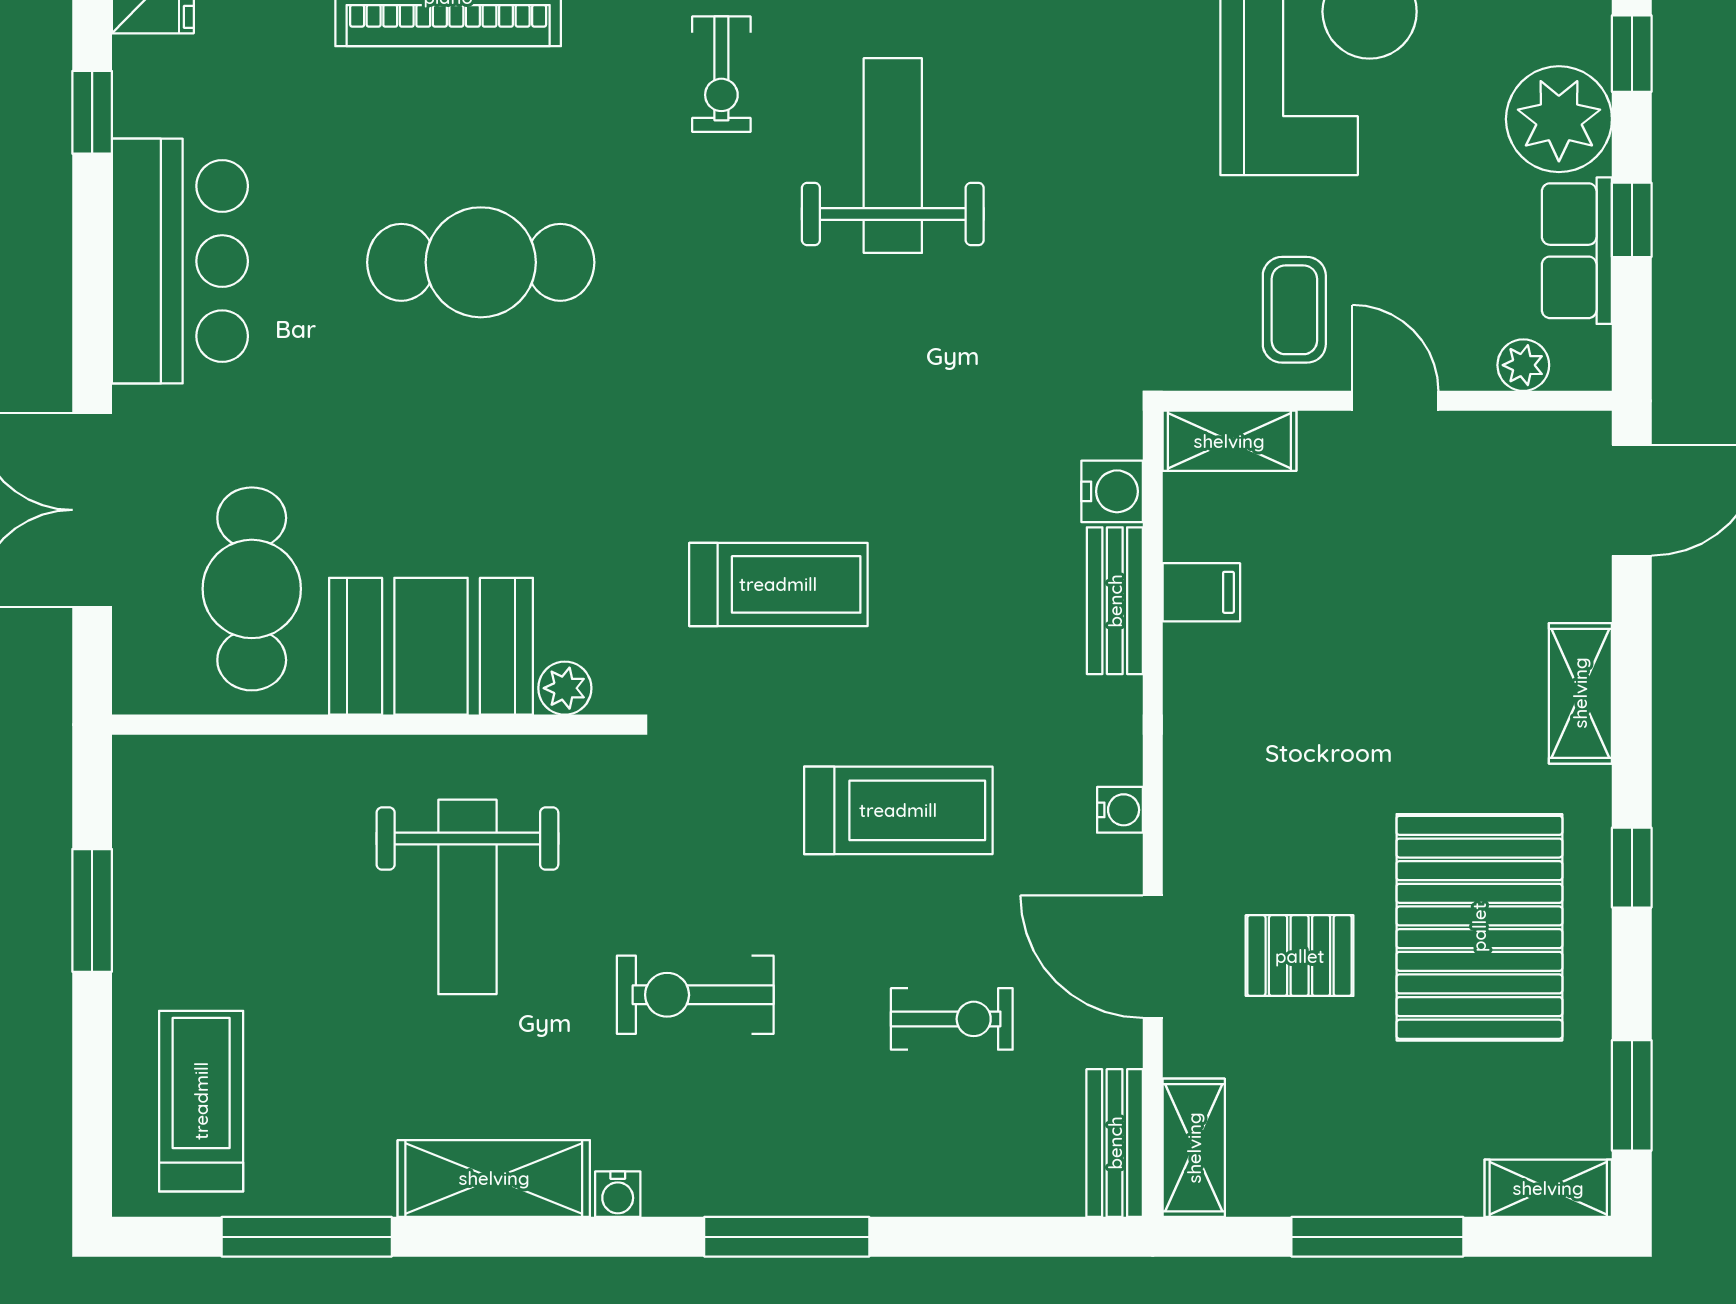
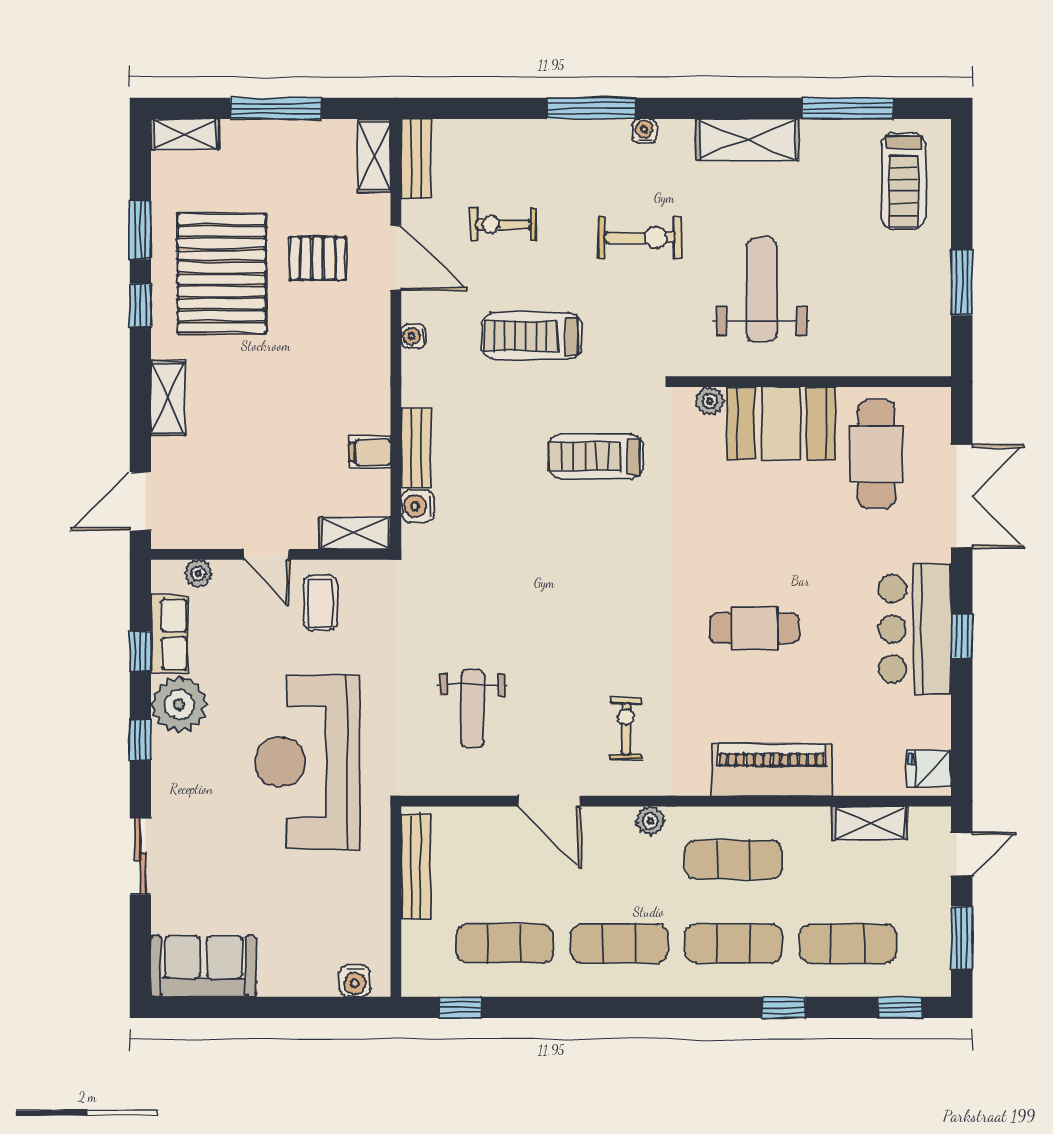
window: (92, 112) -> (962, 636), moved
weight bench: (893, 156) -> (472, 708), moved, width x0.73, depth x0.75
cafe table: (481, 262) -> (754, 628), width x0.73, depth x0.74
window: (1632, 1095) -> (140, 230), moved
water cooler: (618, 1194) -> (644, 131), moved

